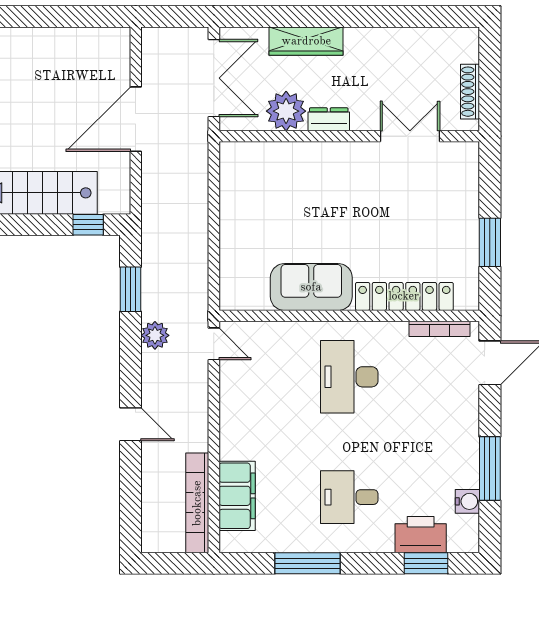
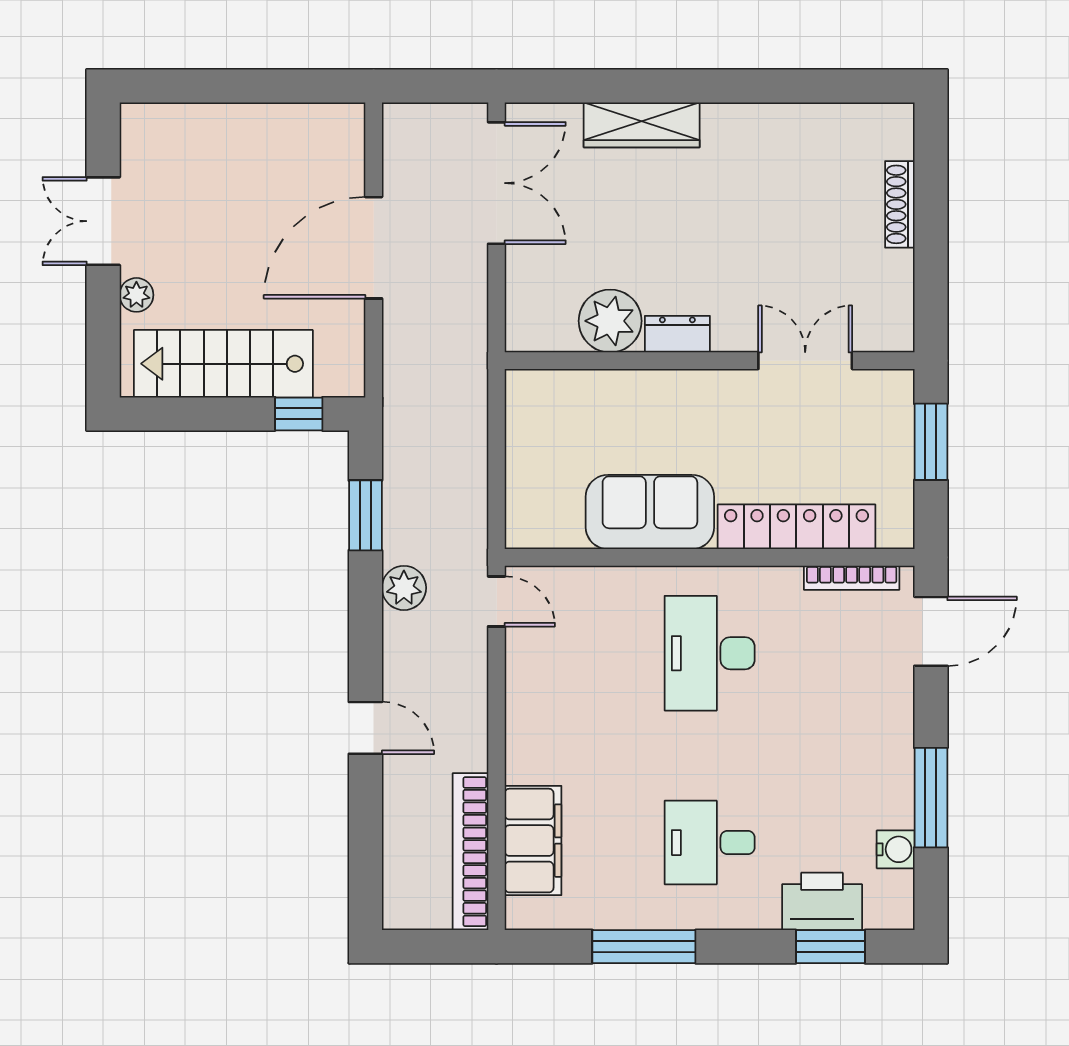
plant: (286, 111) -> (610, 321), moved
dresser: (329, 119) -> (677, 334), moved
wall: (349, 136) -> (710, 361), moved
double door: (410, 136) -> (805, 361), moved

